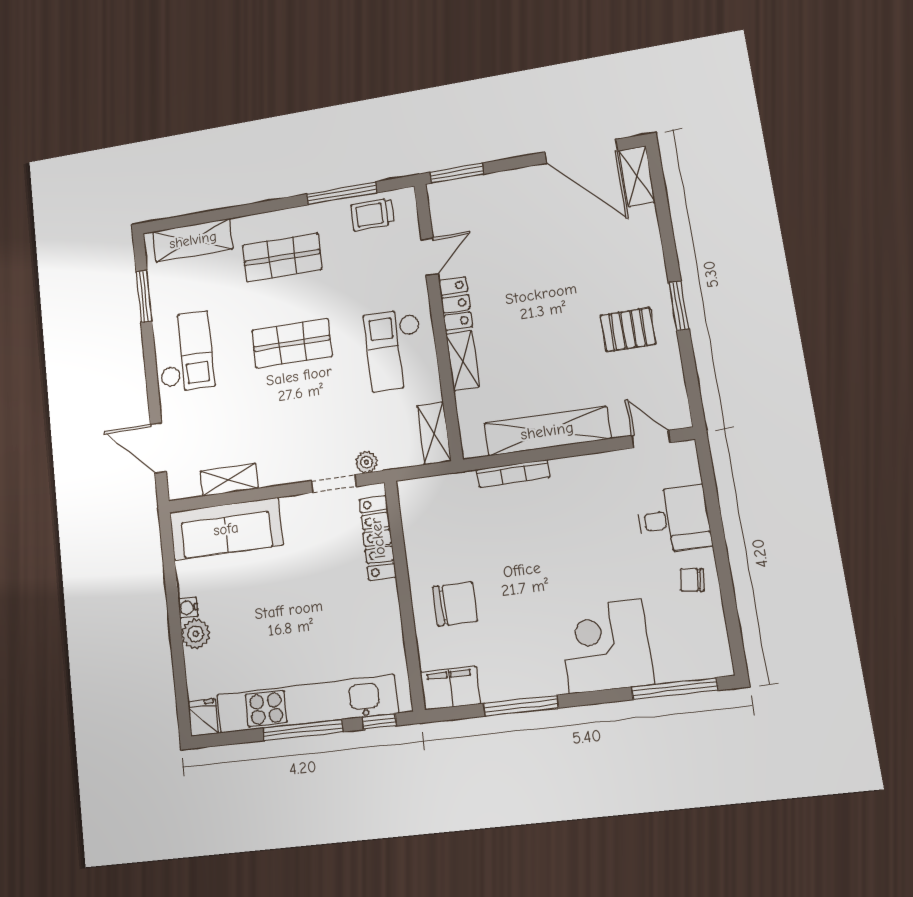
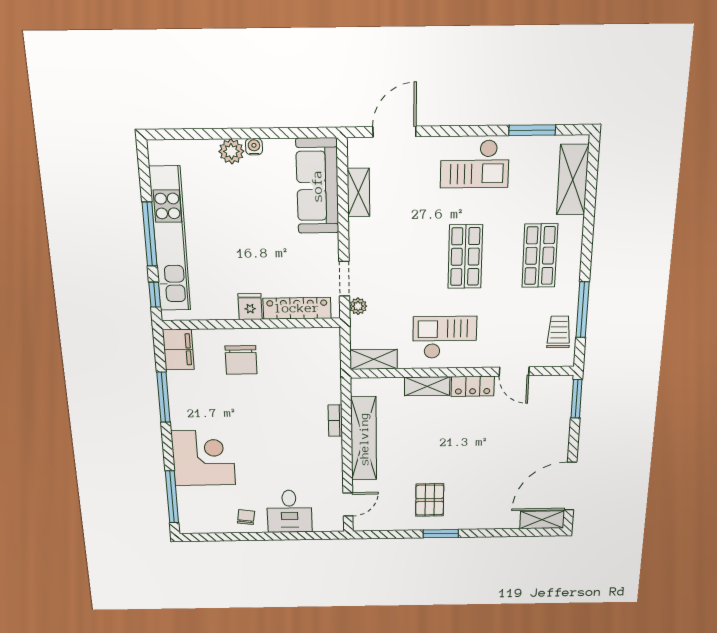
bookcase: (513, 473) -> (335, 421), width x0.64
fridge: (203, 718) -> (250, 307), moved, turned -90

